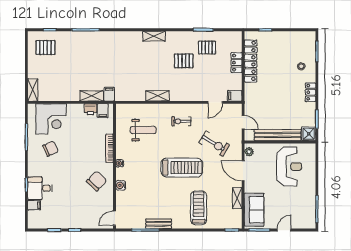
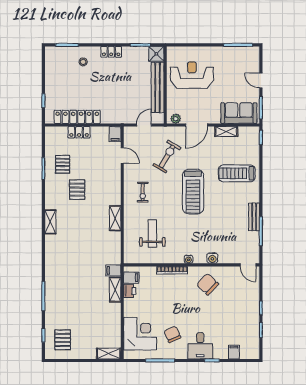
treadmill: (182, 168) -> (193, 192), turned 180
desk: (40, 188) -> (200, 346), moved

